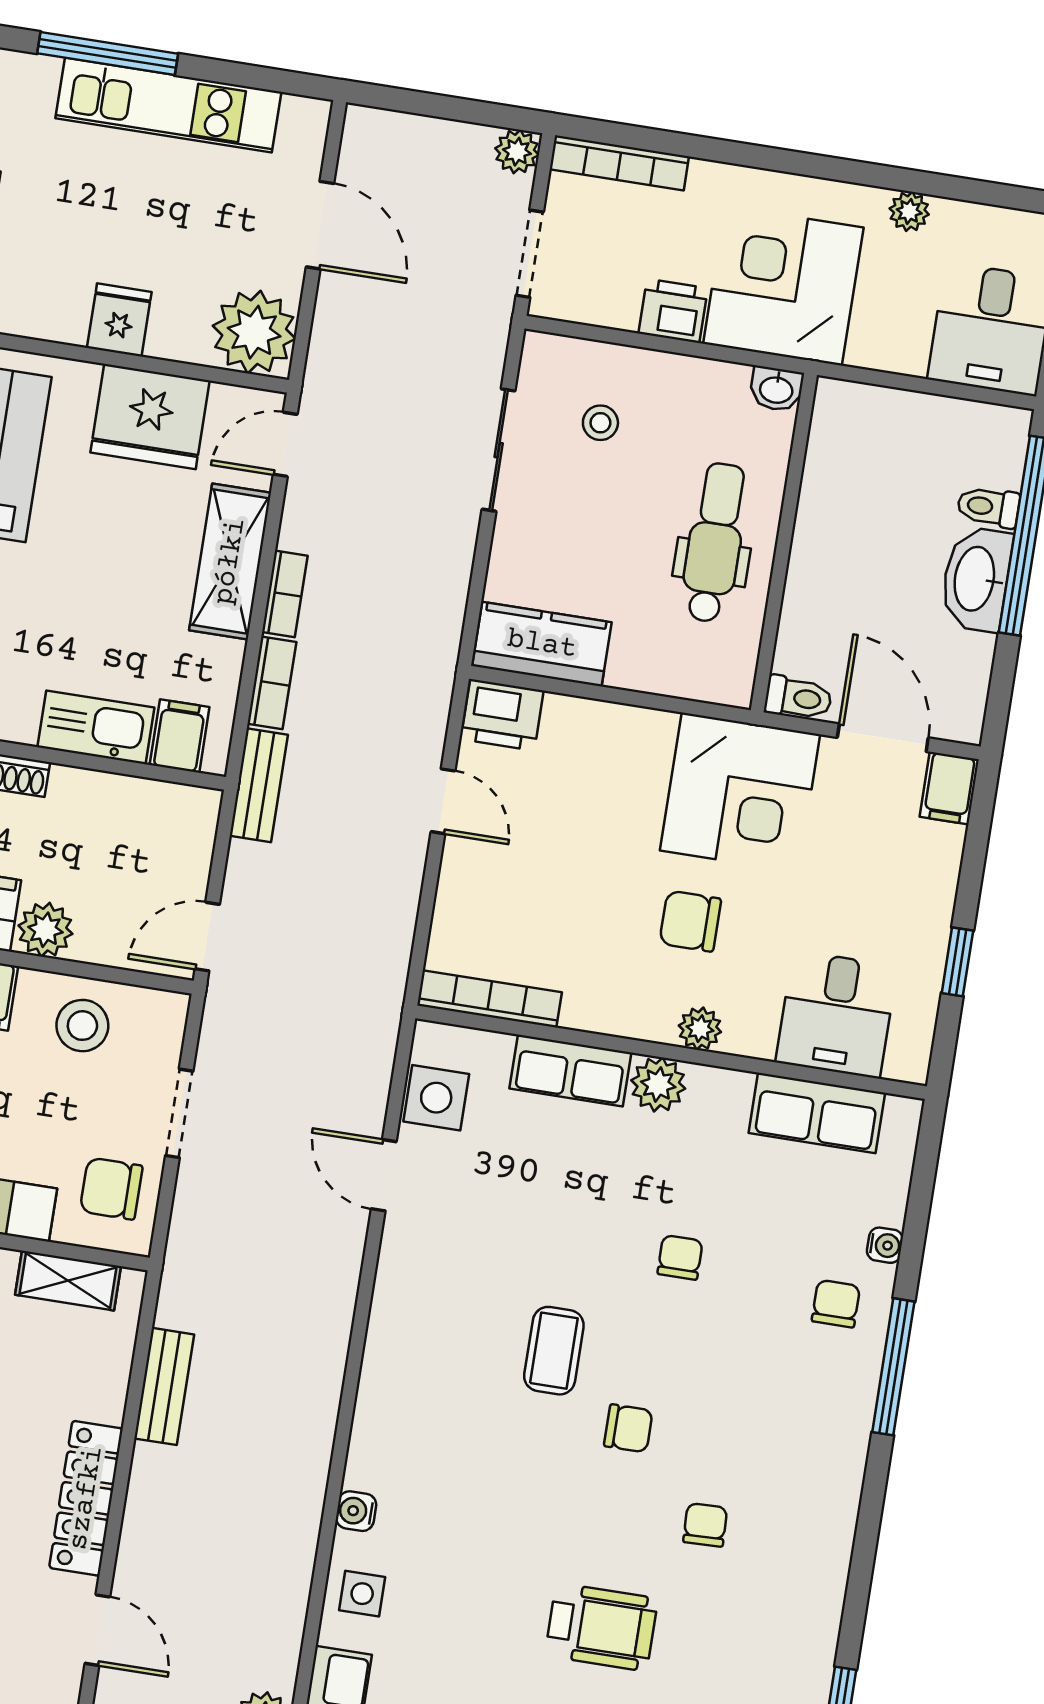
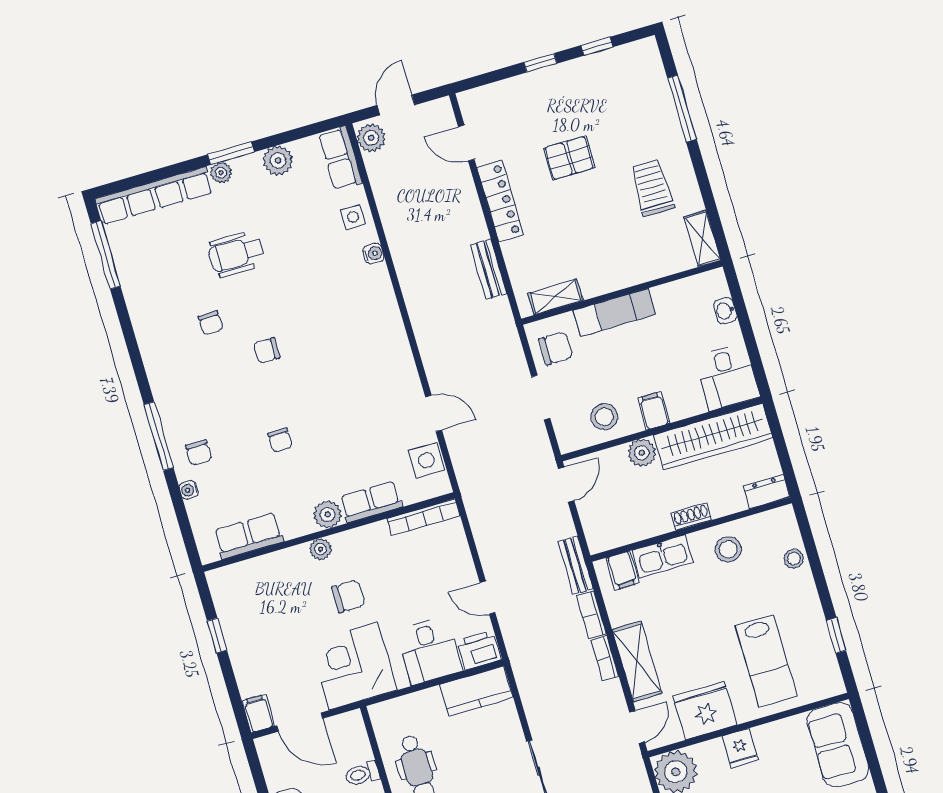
toilet: (798, 698) -> (362, 774), moved
desk: (836, 1014) -> (429, 651), moved, turned 180
coffee table: (554, 1351) -> (318, 370), removed

